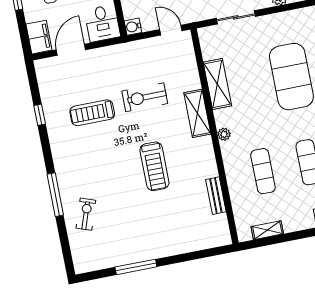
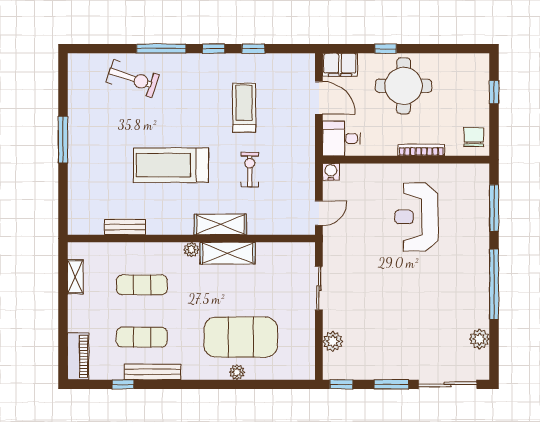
shelving: (217, 84) -> (228, 253), moved
exercise bike: (145, 97) -> (250, 169), width x0.73, depth x0.72
window: (46, 149) -> (213, 49), added
treadmill: (154, 166) -> (171, 165), width x1.37, depth x1.38
exercise bike: (86, 214) -> (133, 78), width x1.38, depth x1.39
window: (136, 267) -> (63, 139), moved

